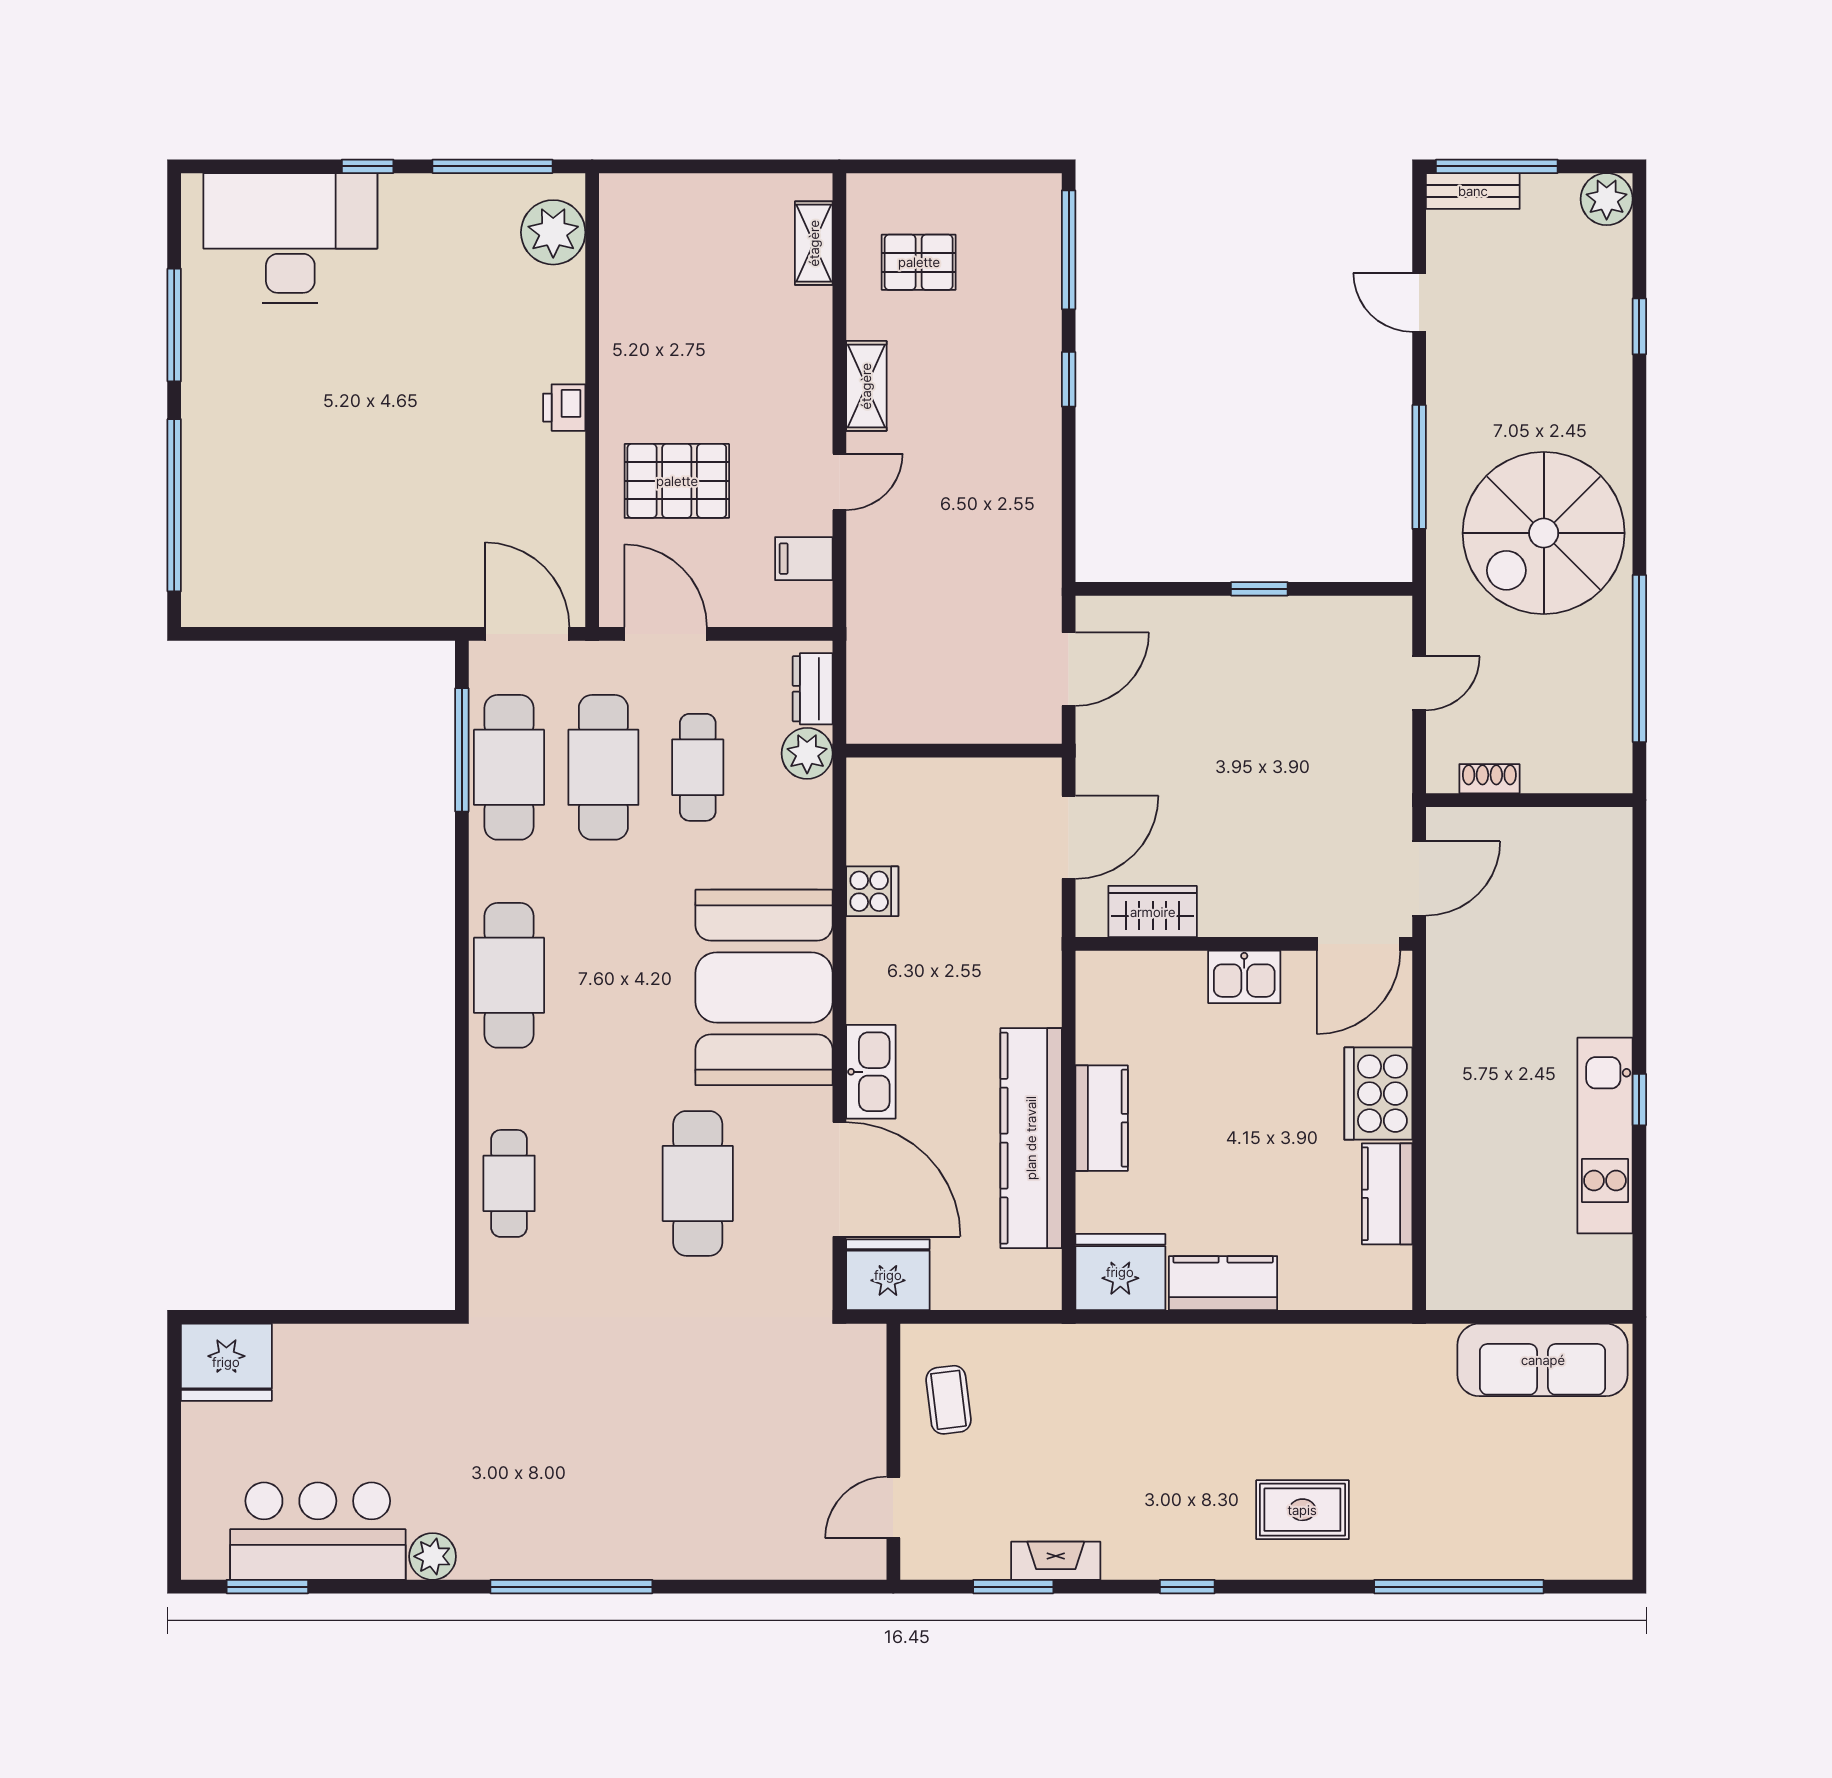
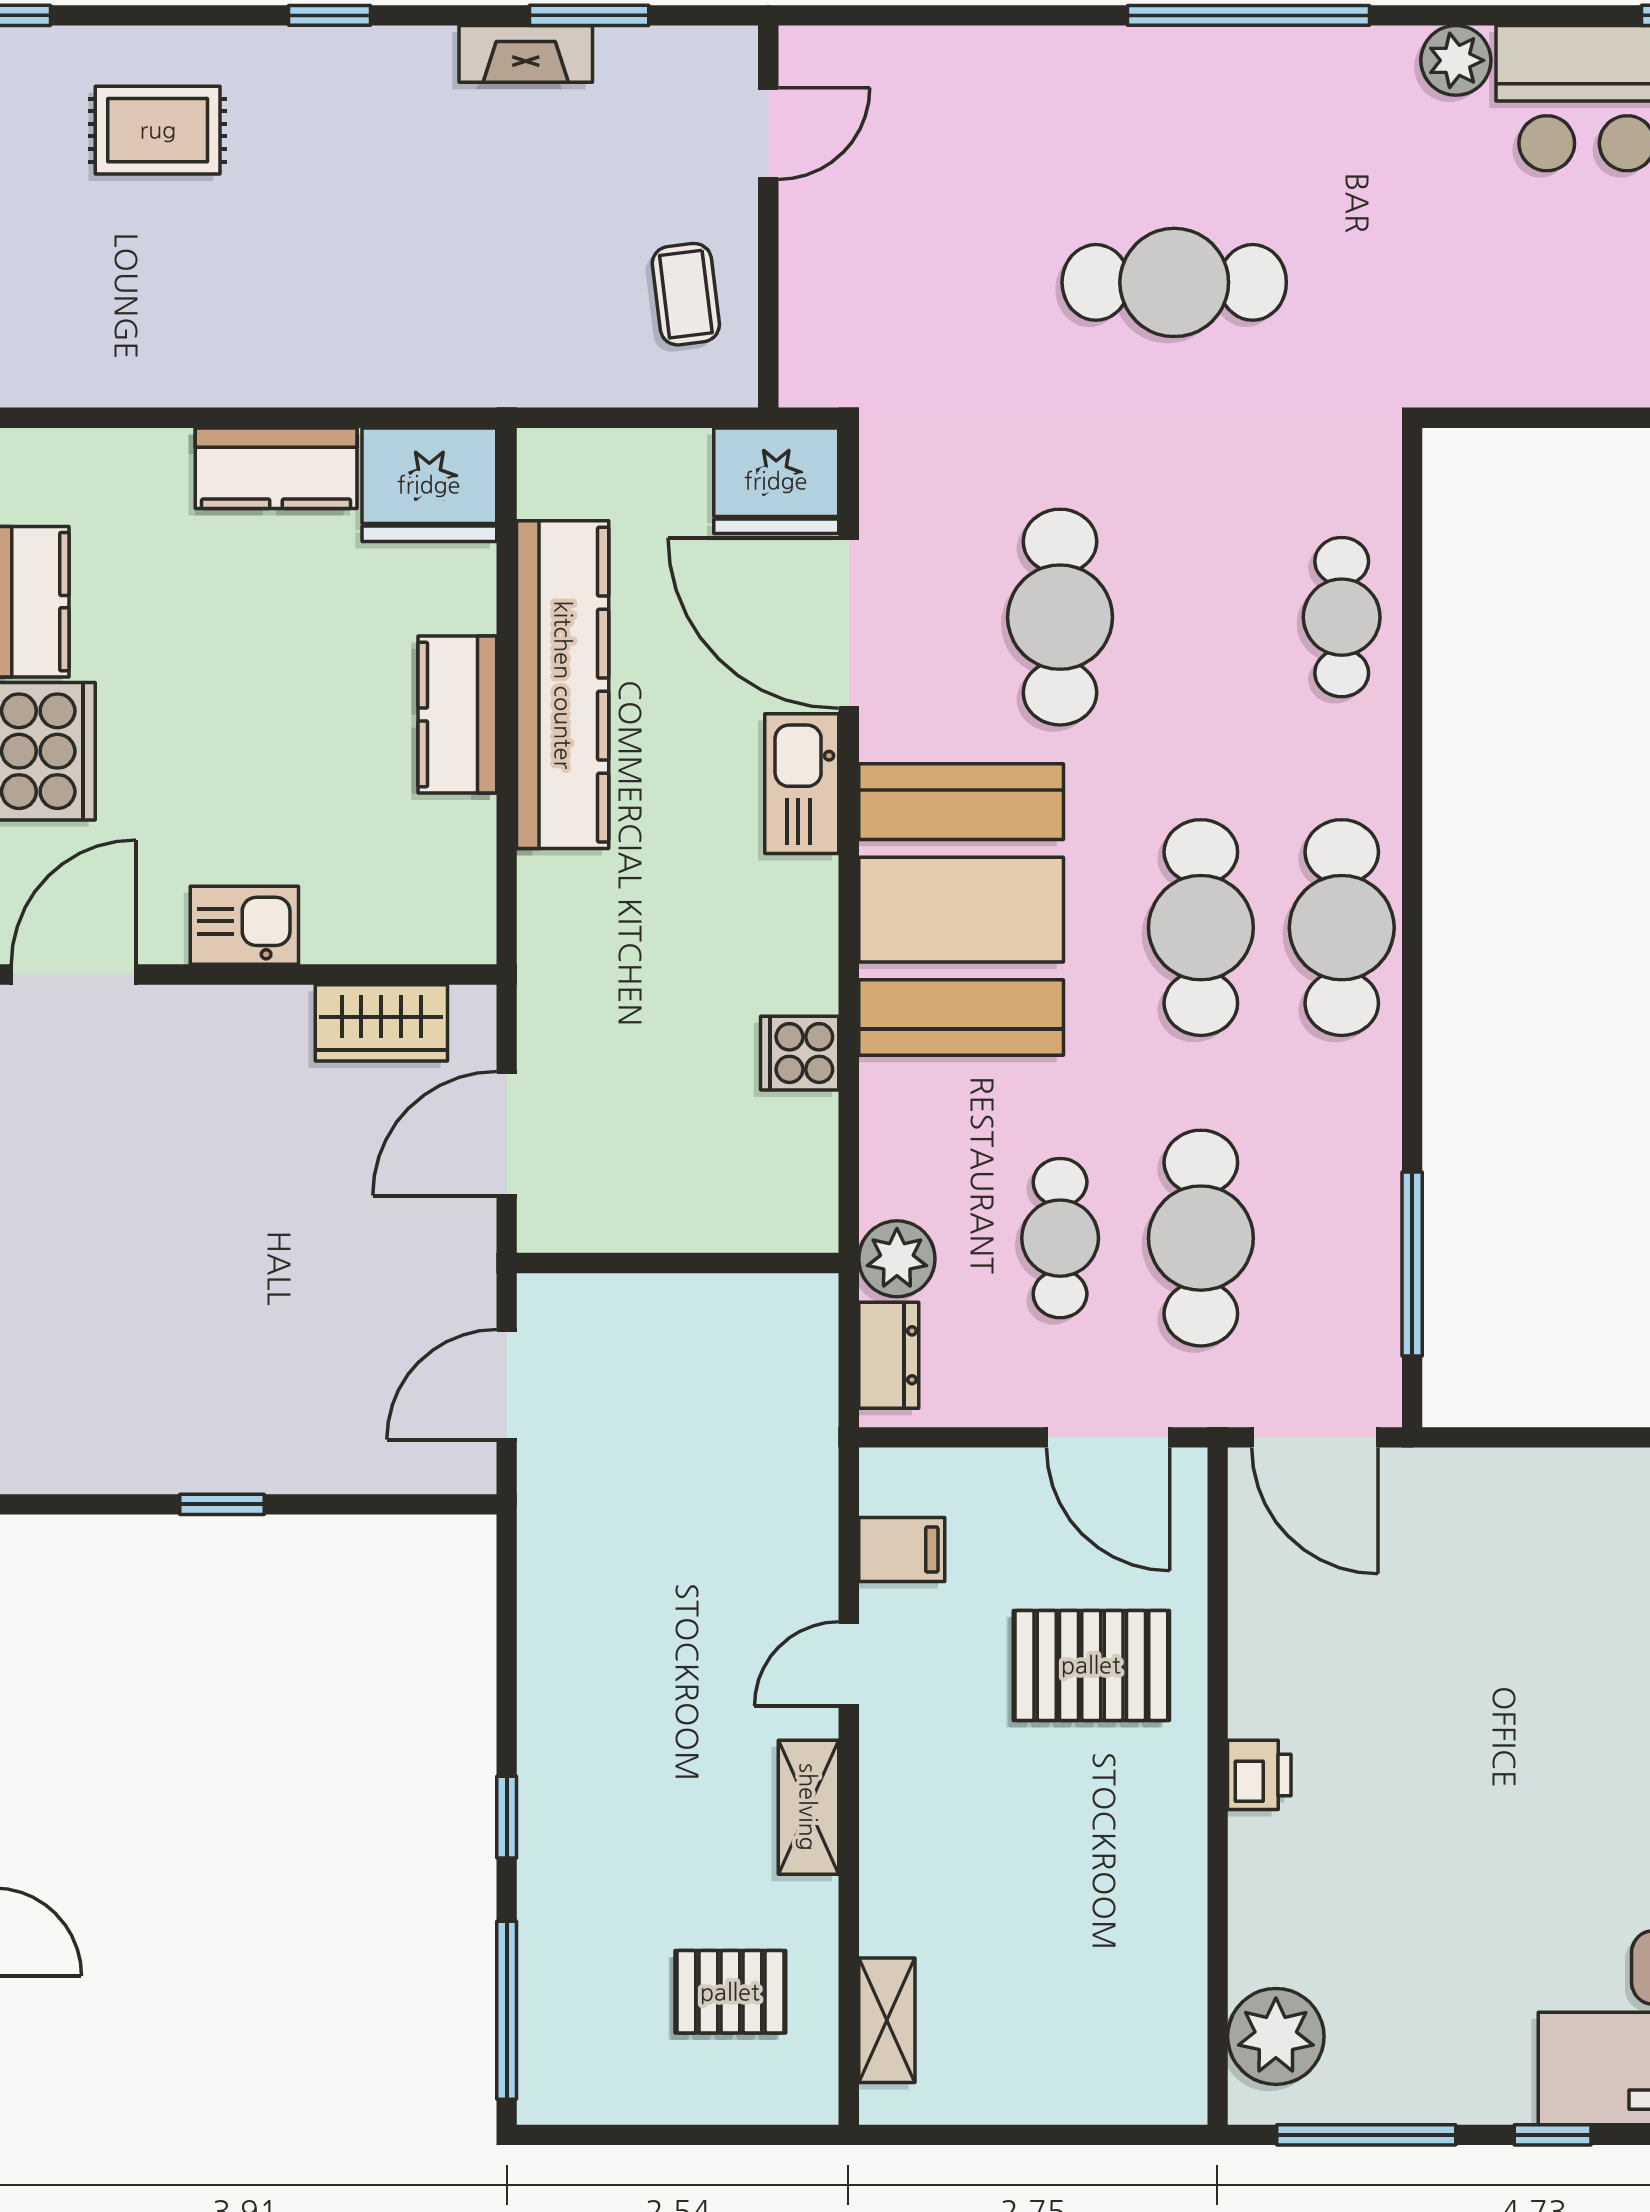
cafe table: (509, 767) -> (1201, 928), moved
cafe table: (621, 1408) -> (1174, 282), added

